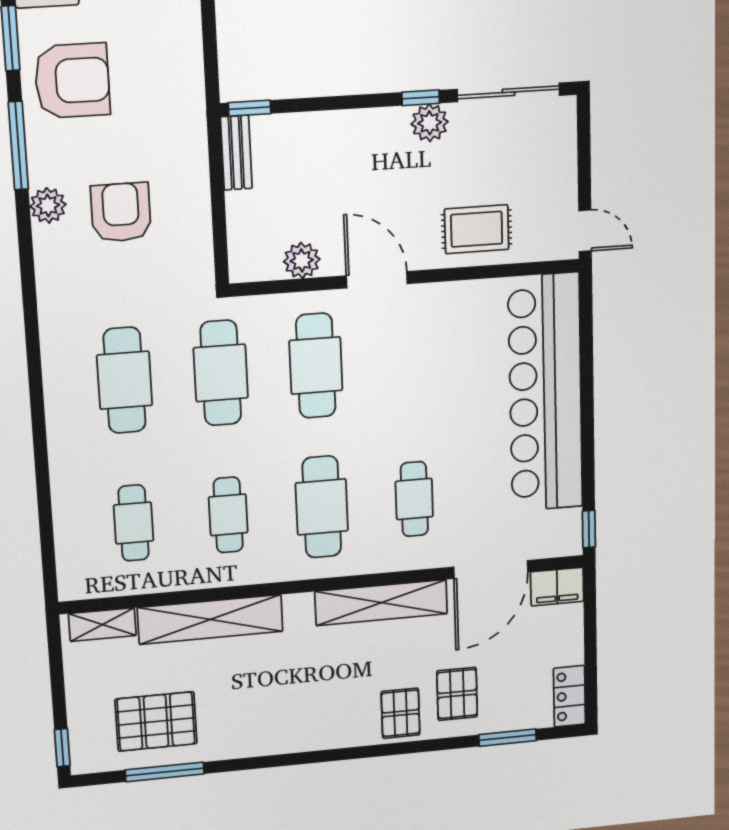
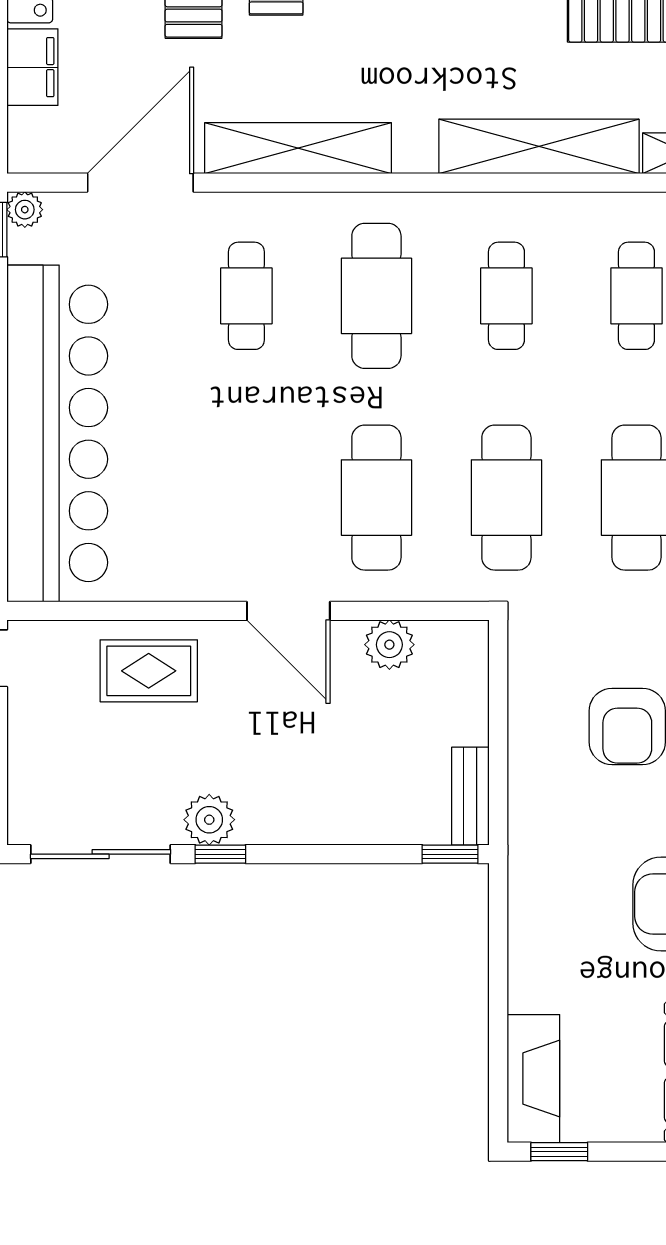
plant: (570, 544) -> (25, 210), added
filing cabinet: (557, 587) -> (32, 67), moved, turned 90

